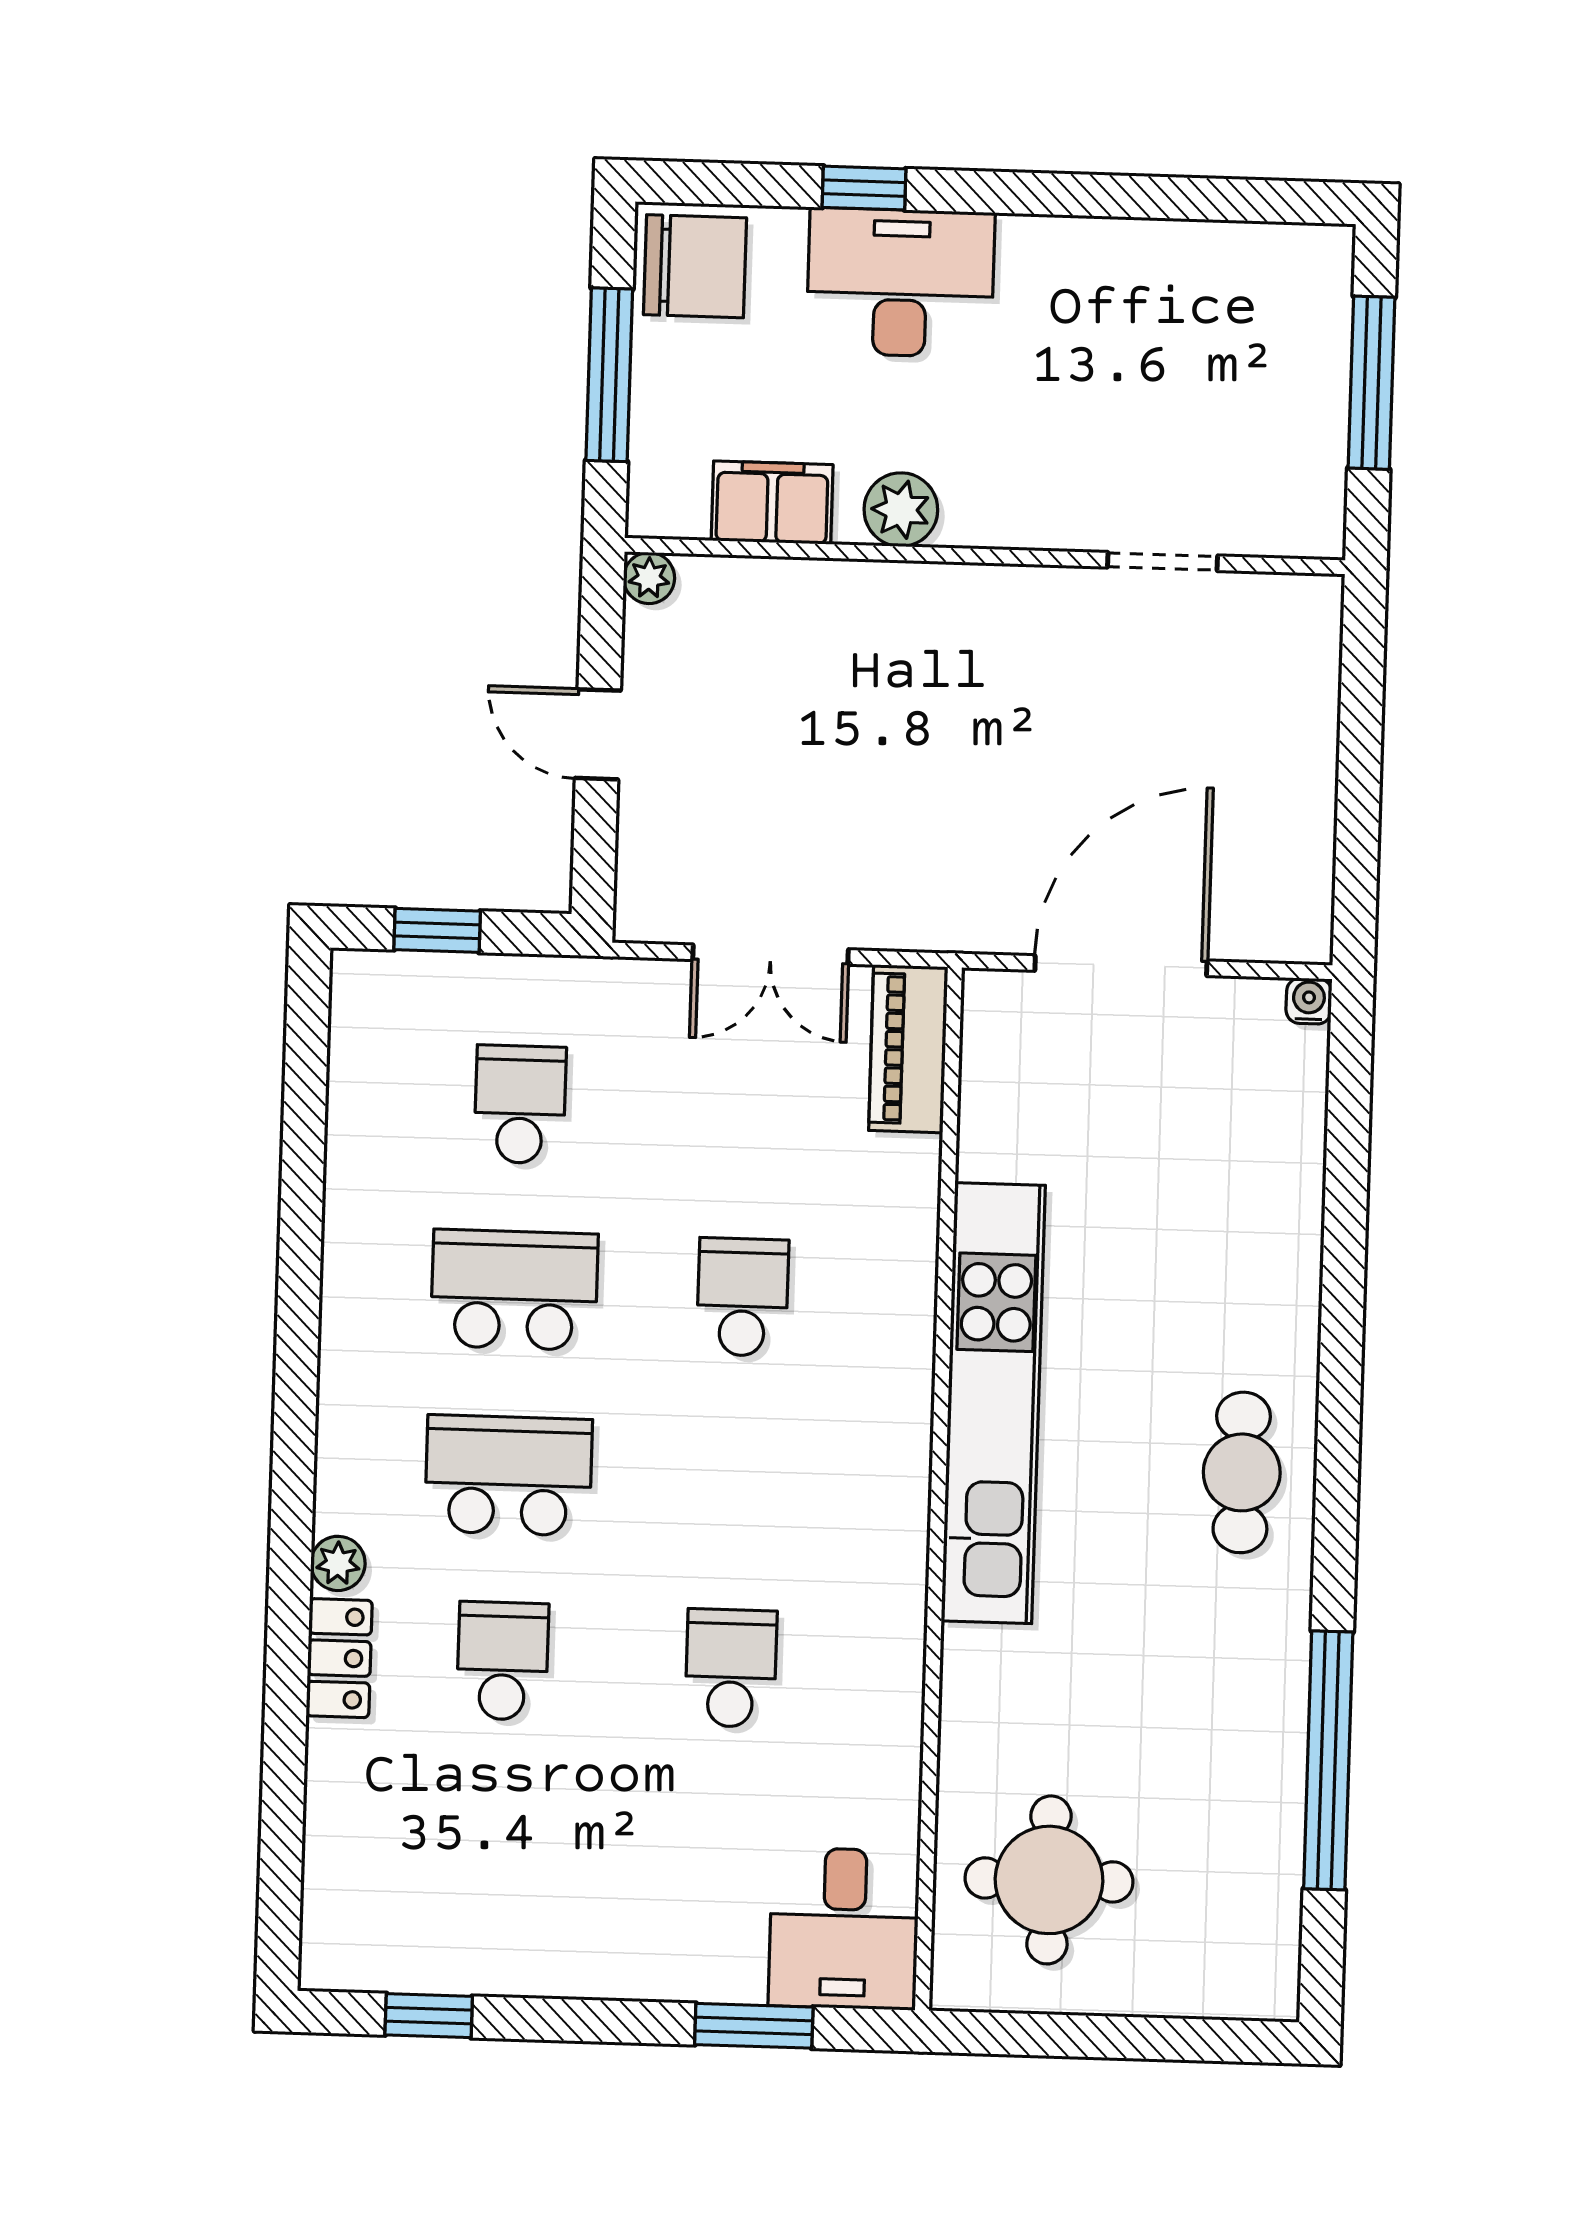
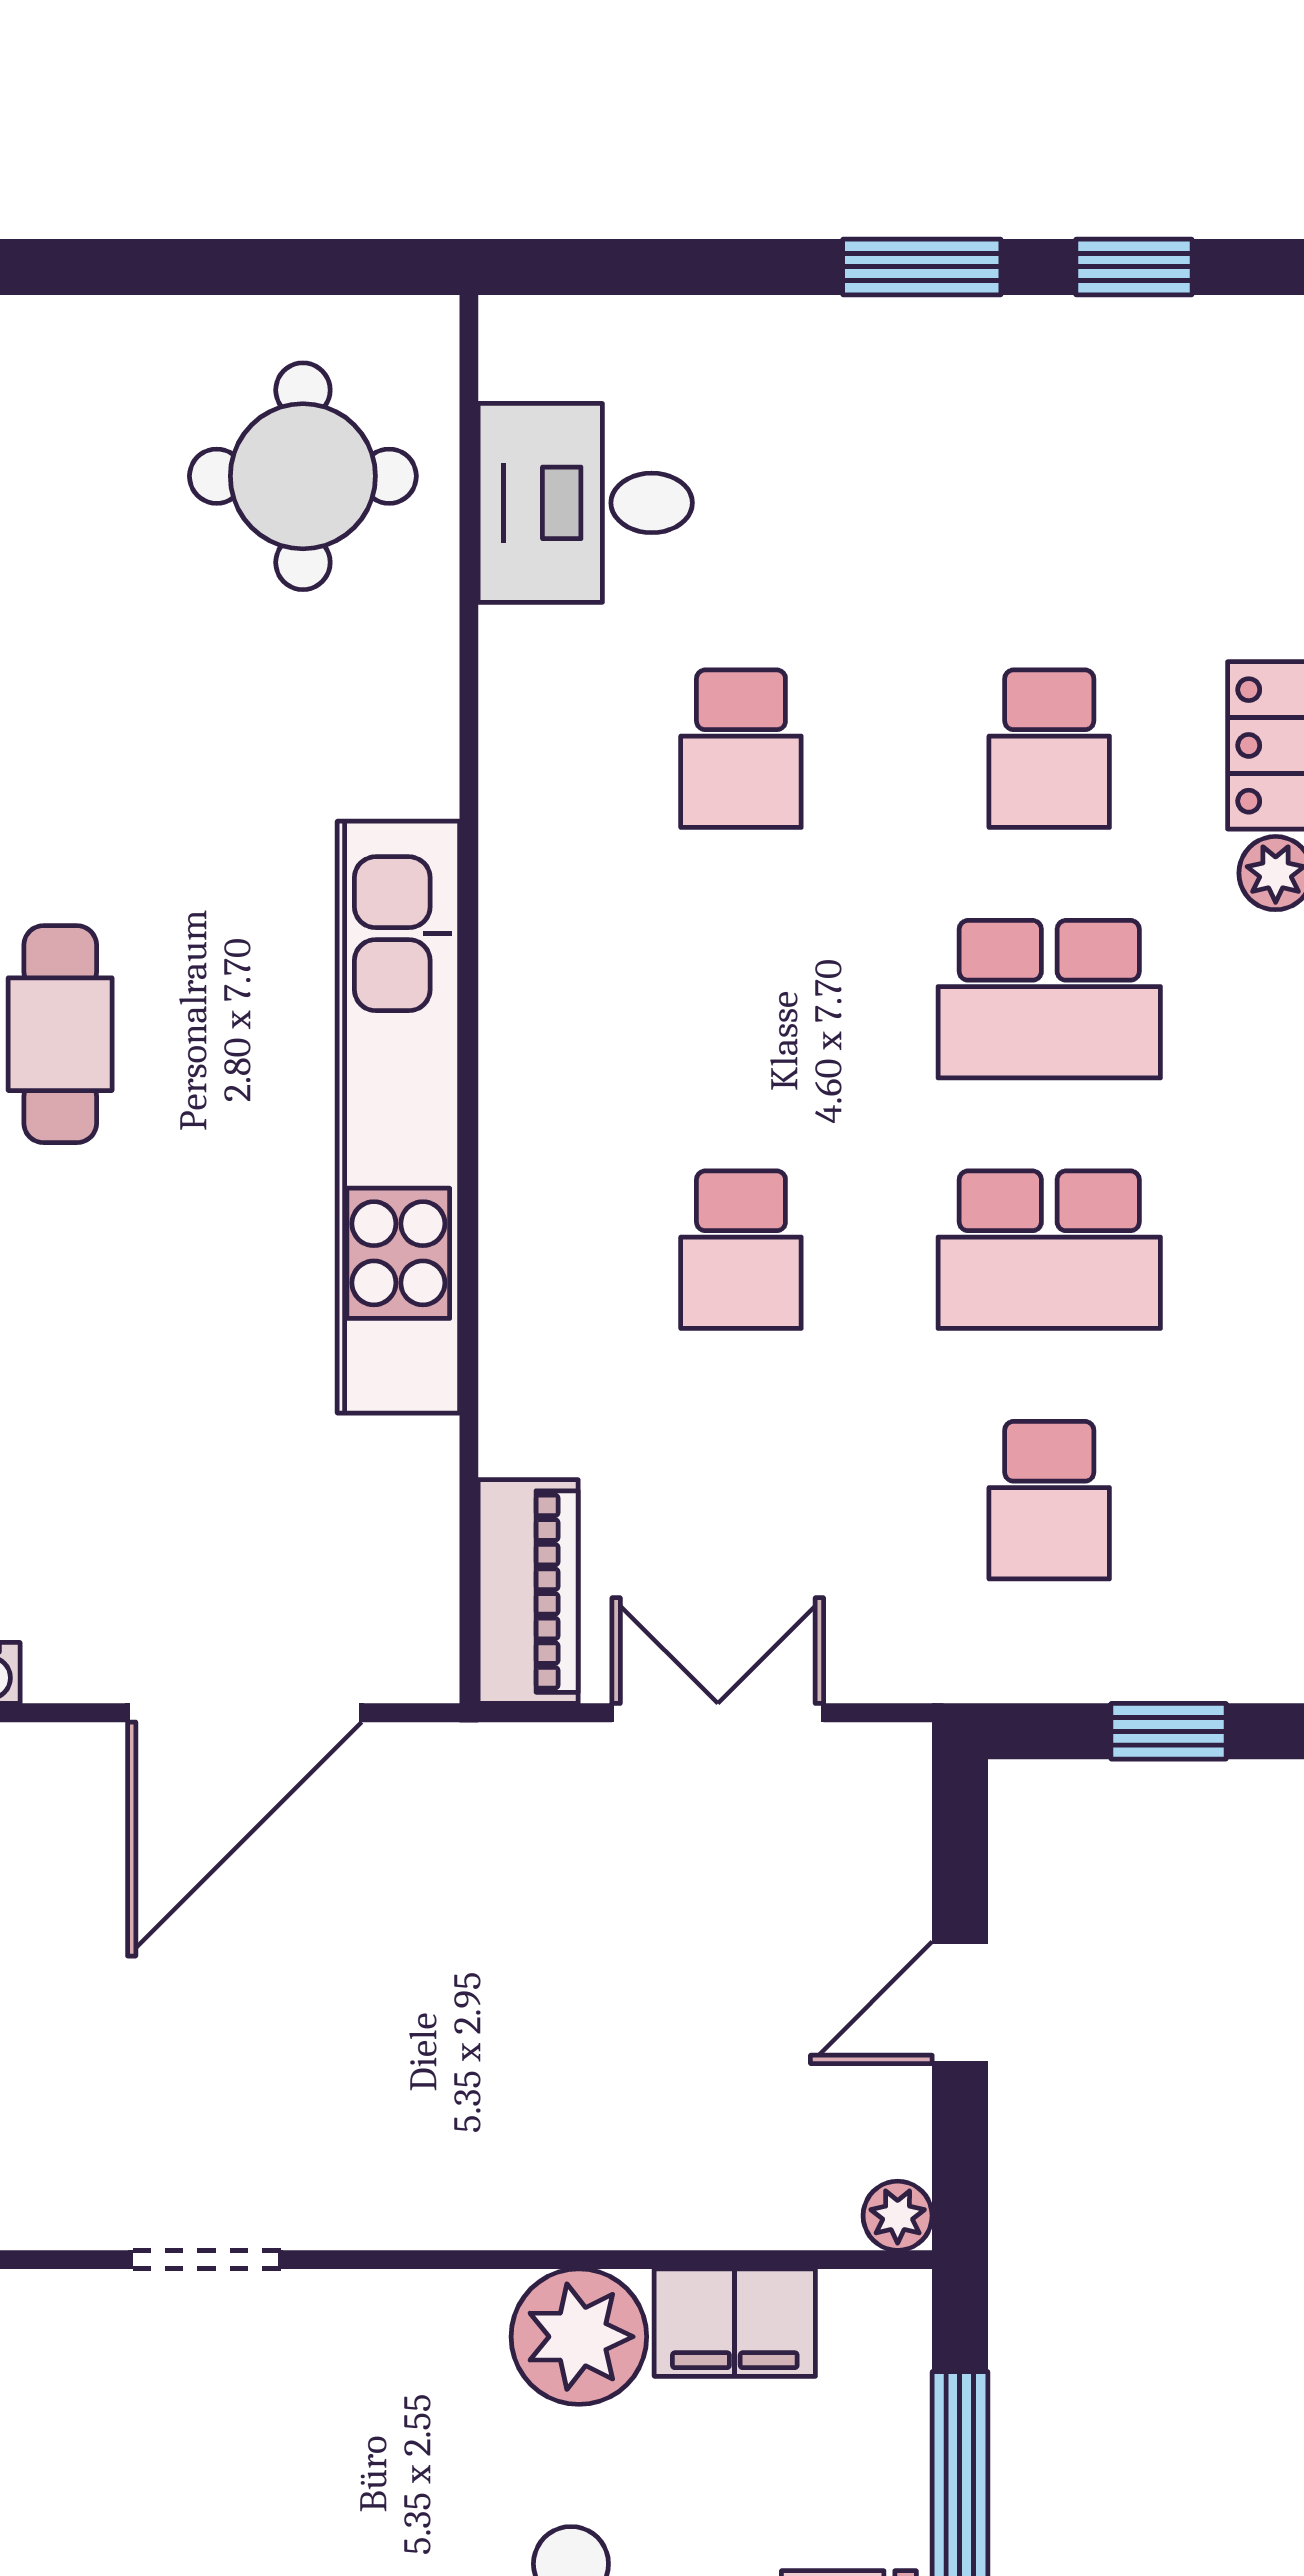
plant: (901, 510) -> (579, 2337), width x1.36, depth x1.36
door: (598, 734) -> (960, 2003), swing flipped
desk: (844, 1929) -> (585, 503), moved, turned -90
window: (754, 2026) -> (922, 267), moved

